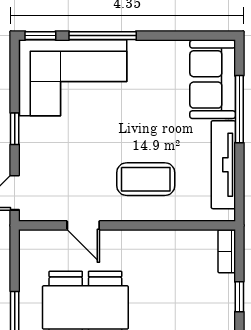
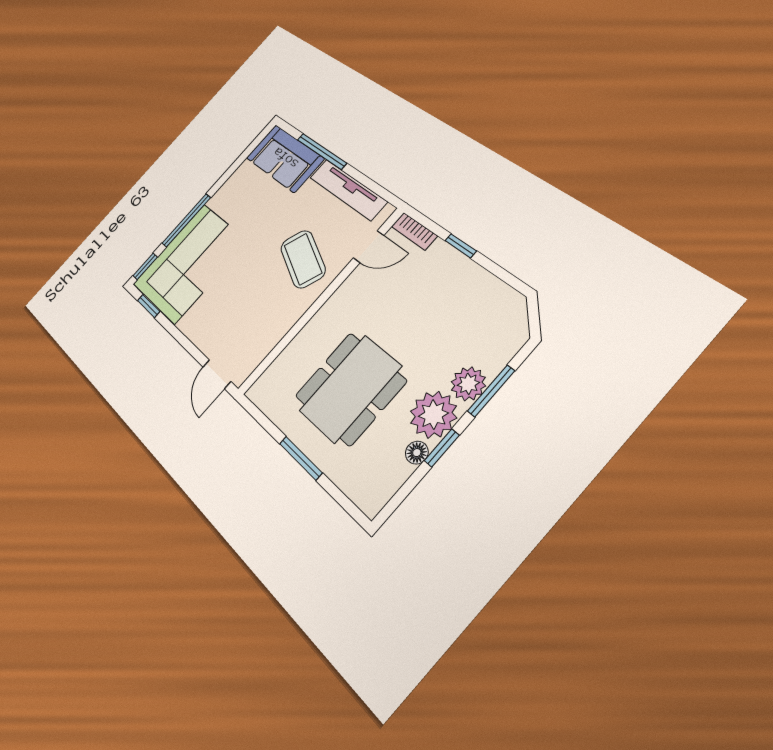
window: (15, 129) -> (149, 306), moved
coffee table: (146, 179) -> (303, 259), turned -66
door: (83, 225) -> (369, 247), moved

